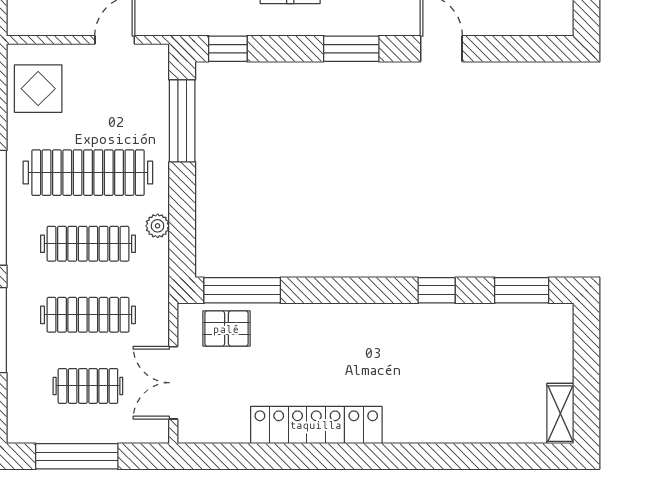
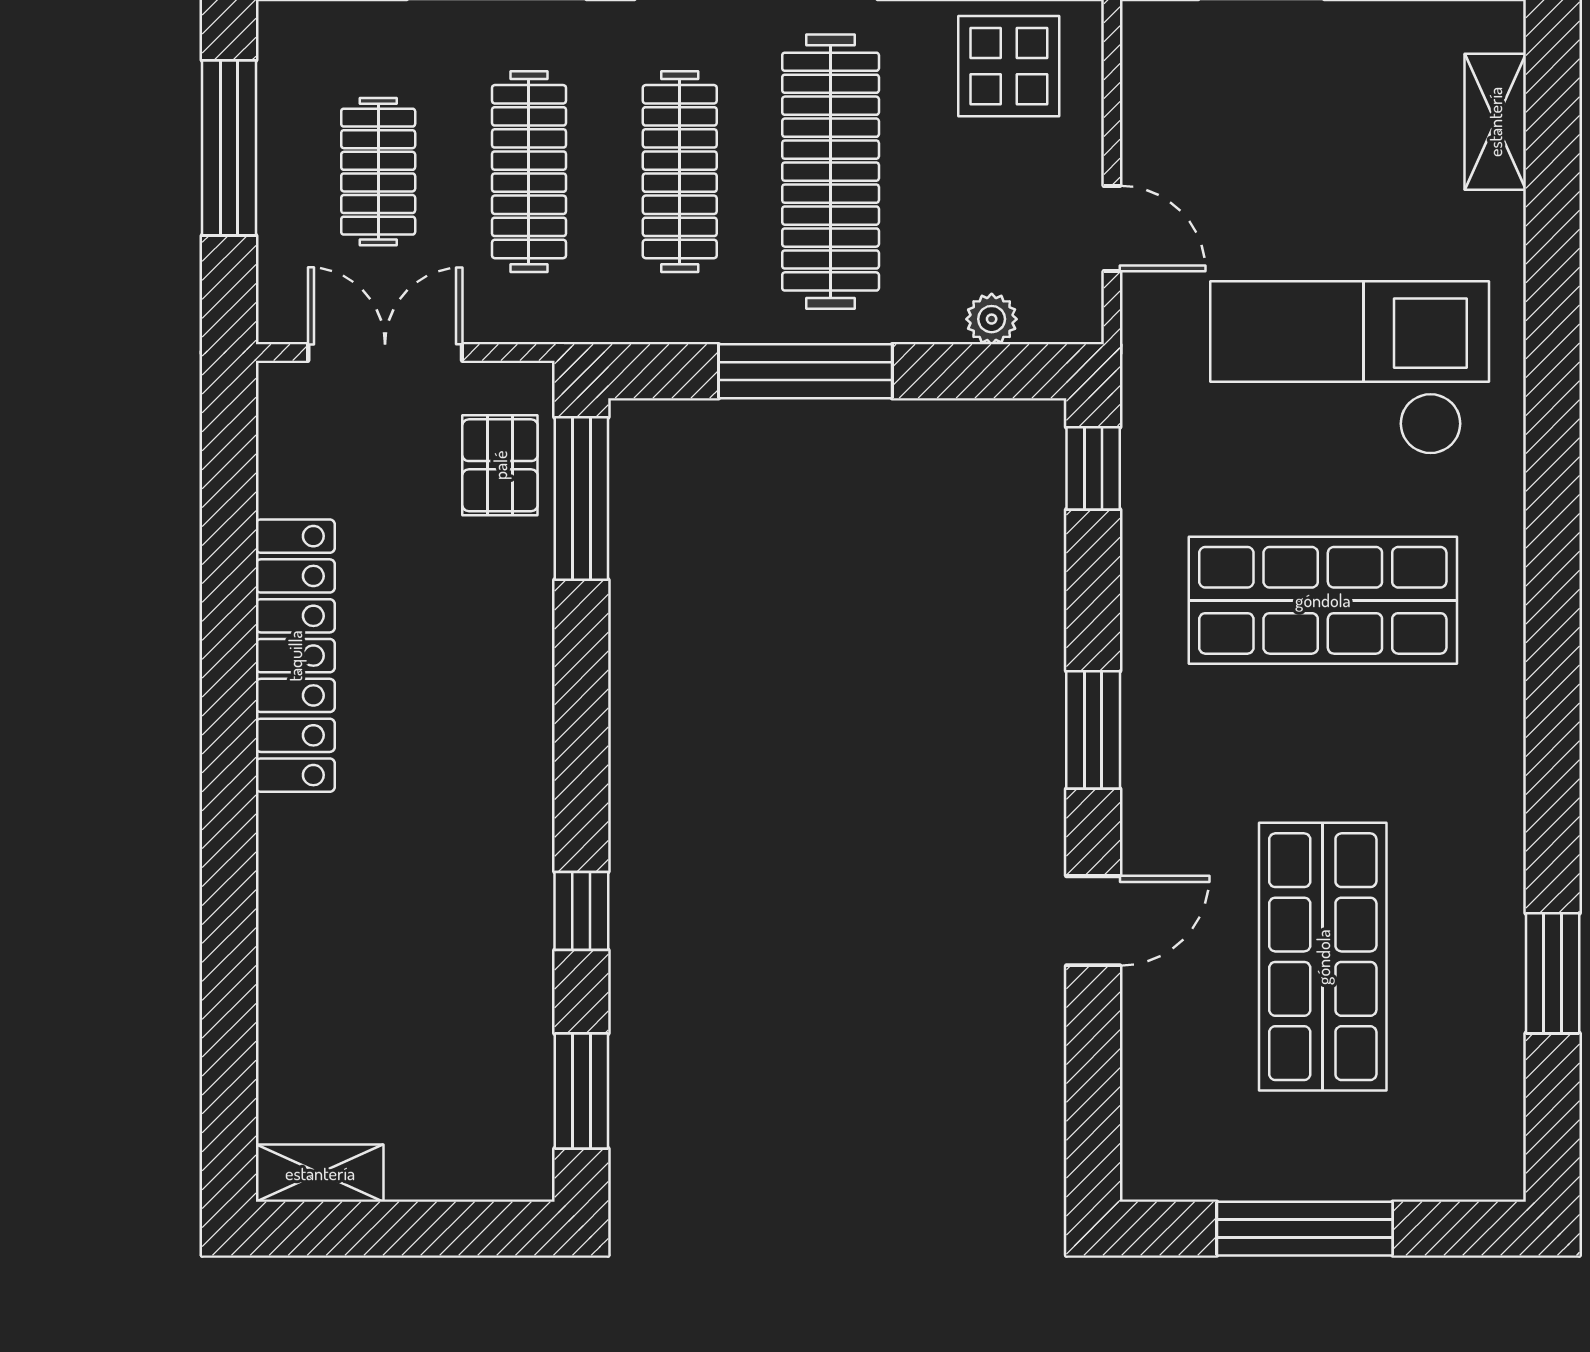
window: (182, 121) -> (805, 371), moved
plant: (158, 226) -> (992, 319), moved

